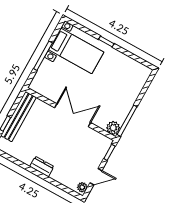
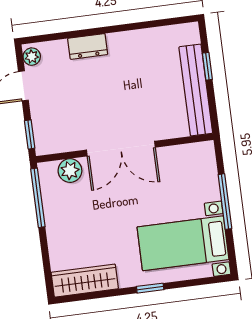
wardrobe: (134, 67) -> (85, 281), added
plant: (113, 128) -> (70, 171), moved
dresser: (42, 167) -> (88, 46), moved

